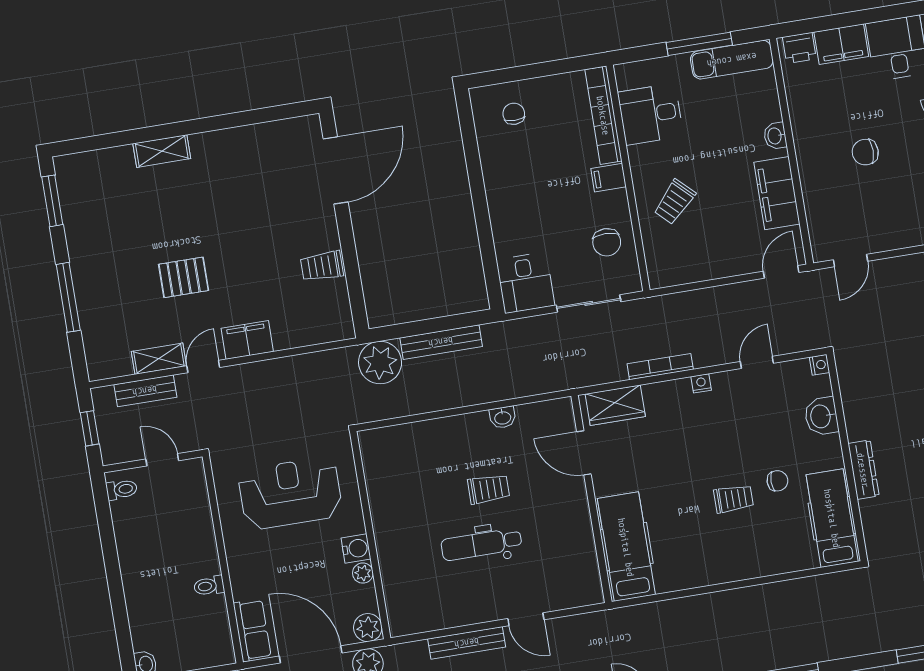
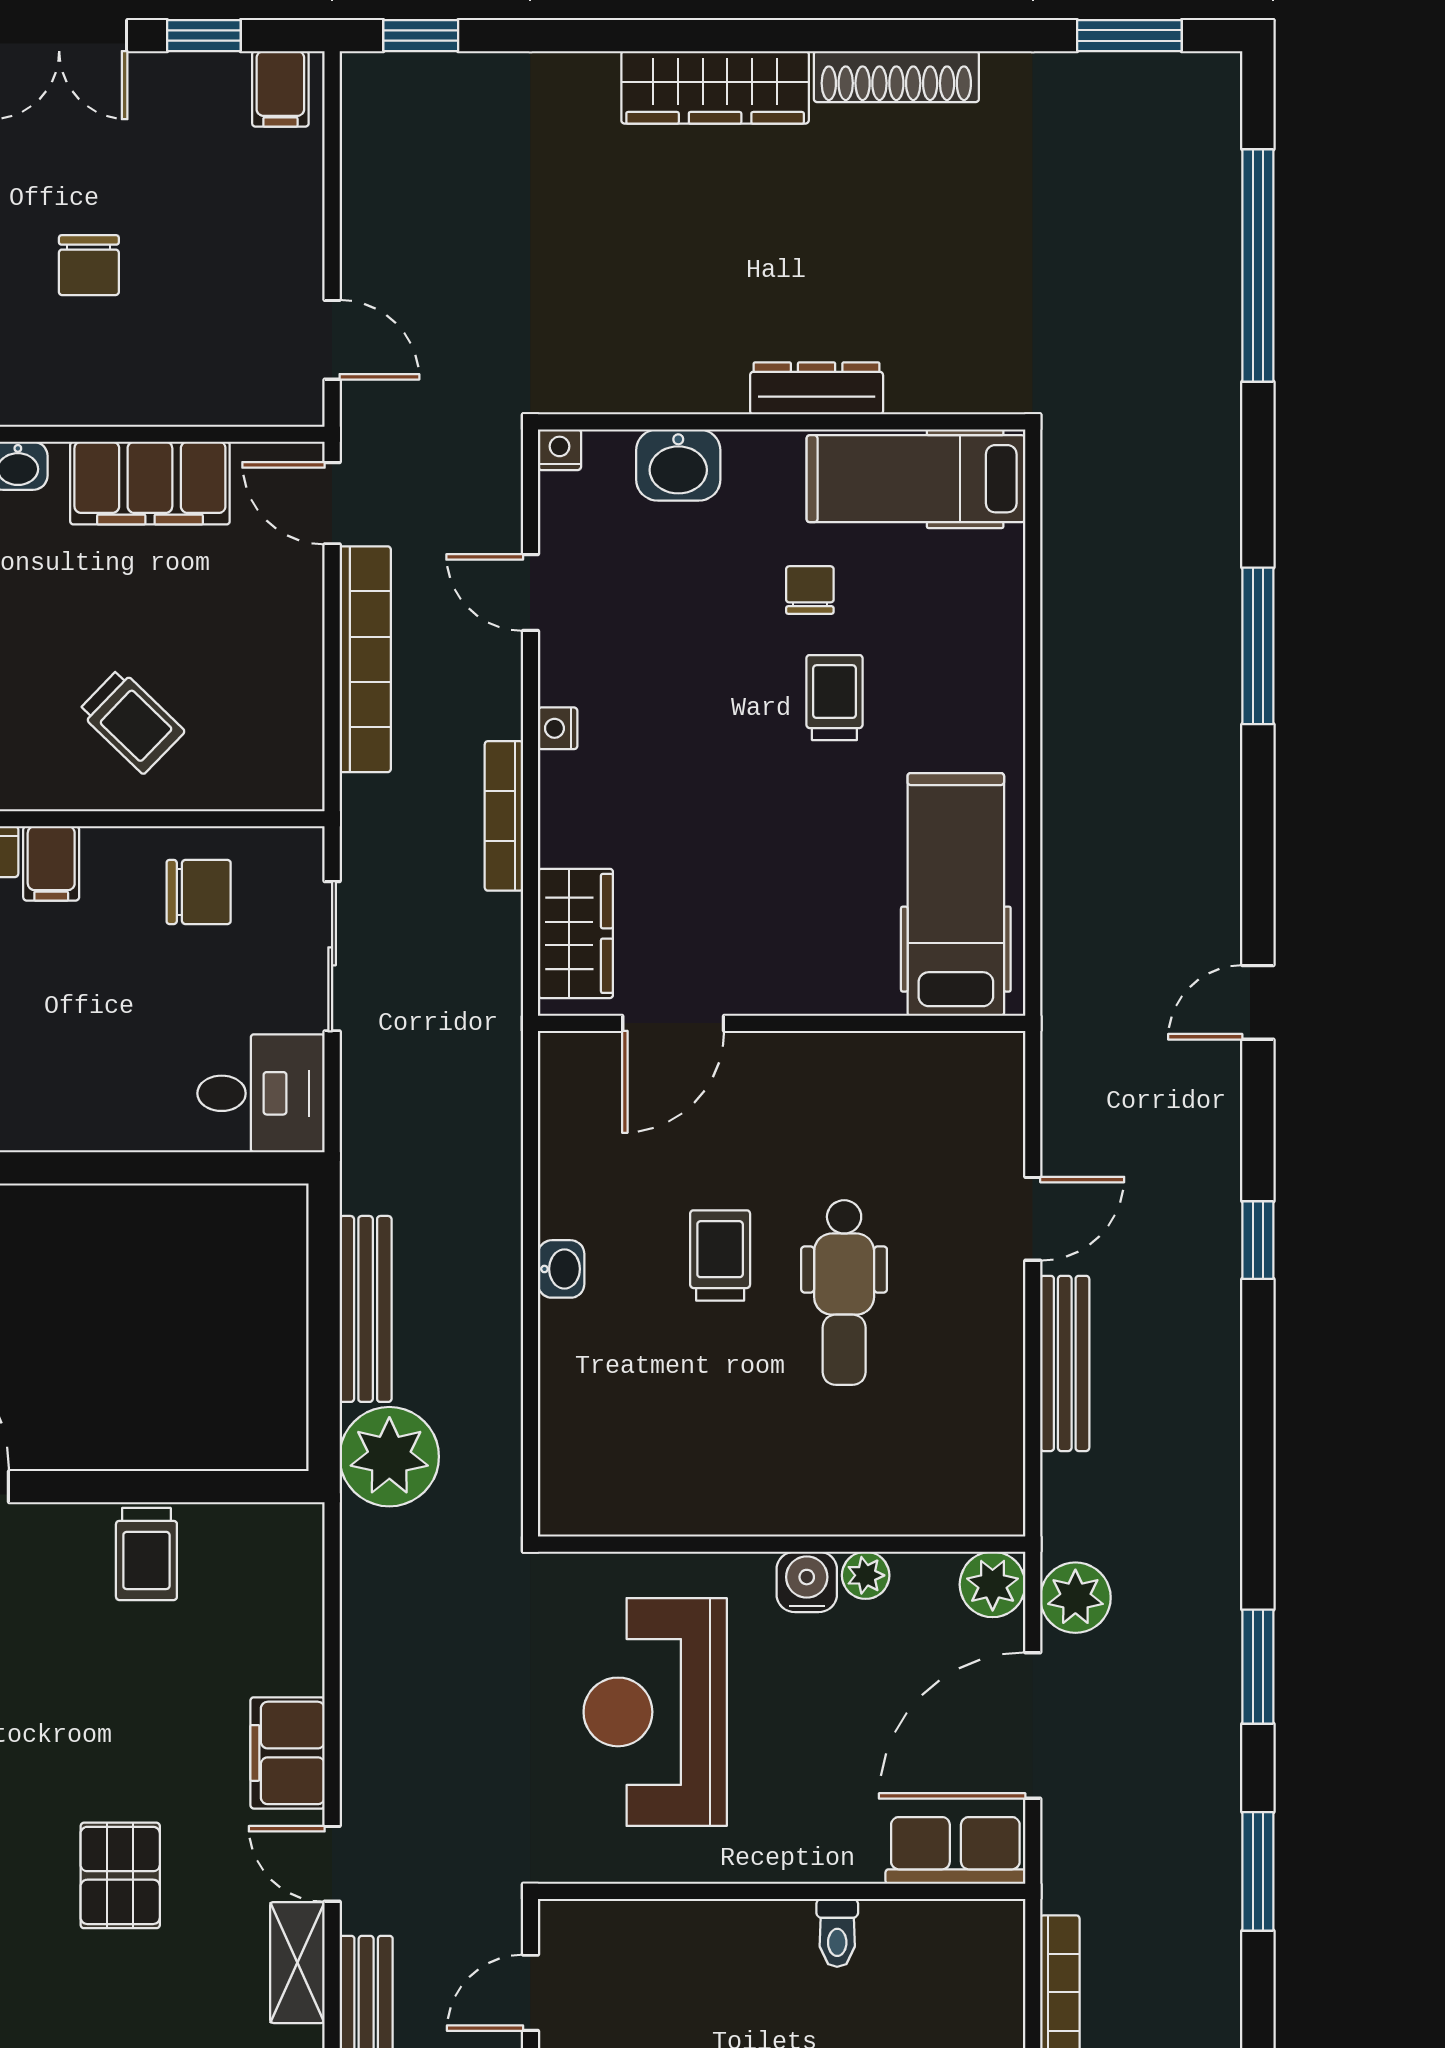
bookcase: (717, 297) -> (365, 659), added
washbasin: (503, 417) -> (561, 1269), moved
hospital bed: (626, 547) -> (956, 894), moved, turned 90

